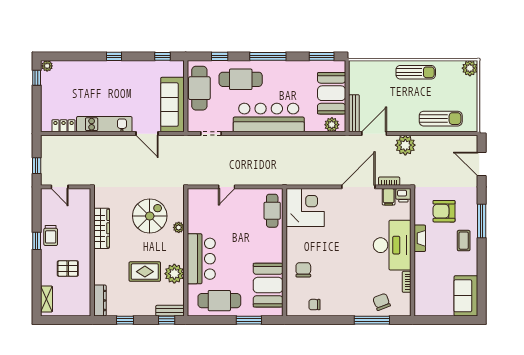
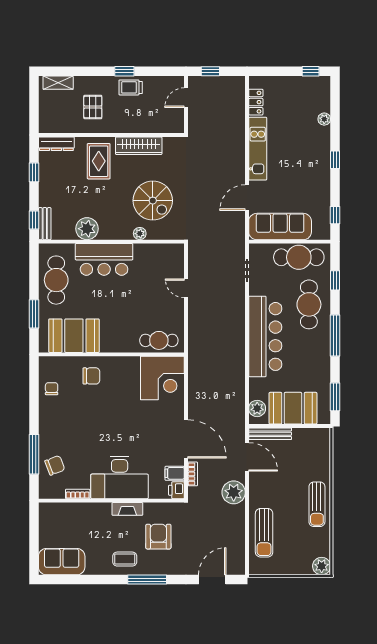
plant: (47, 66) -> (324, 119), moved
rug: (145, 272) -> (99, 161), moved

